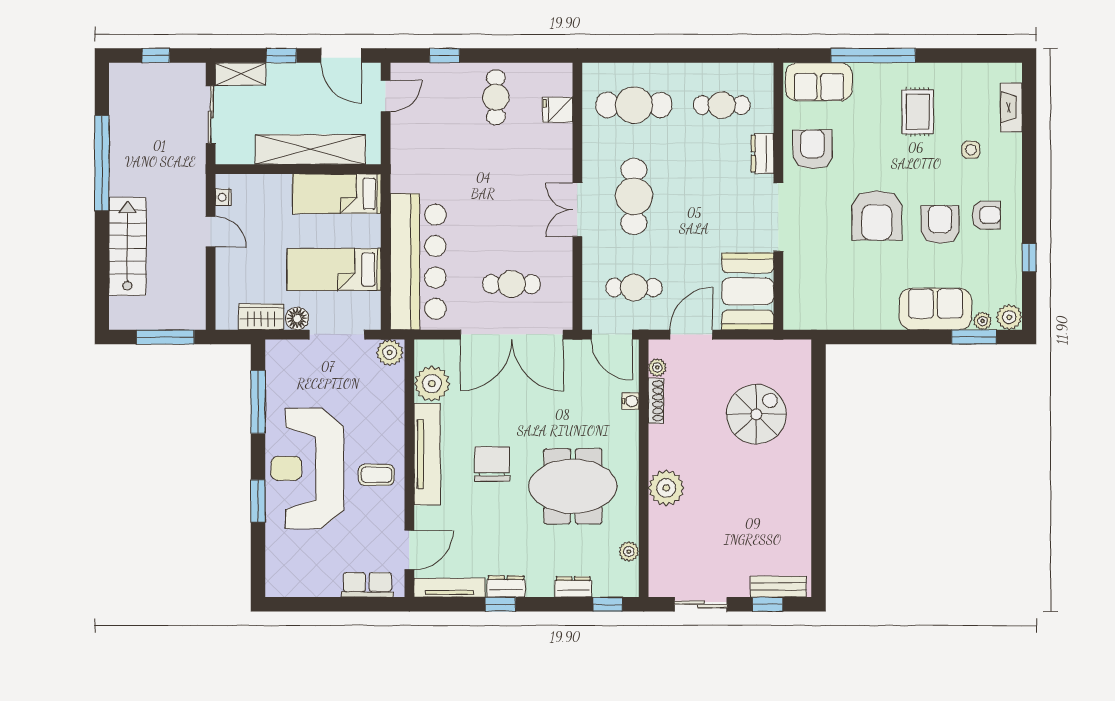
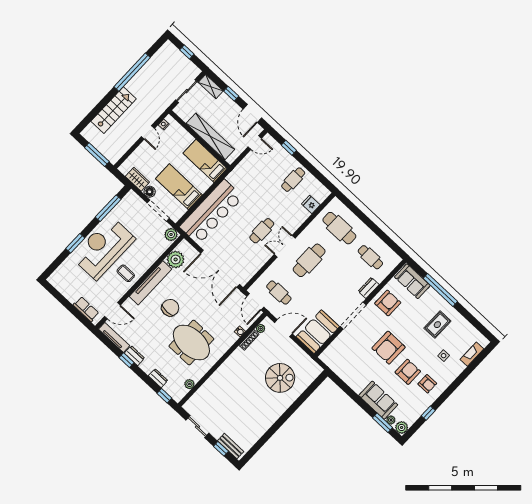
cafe table: (512, 284) -> (262, 231), moved, turned 90
plant: (666, 488) -> (224, 374), removed

